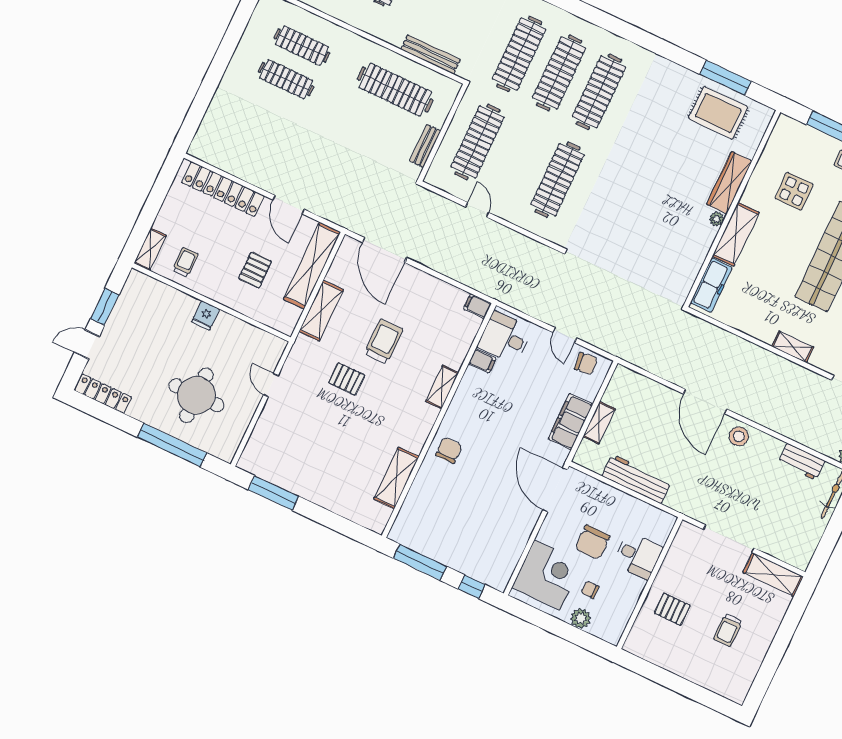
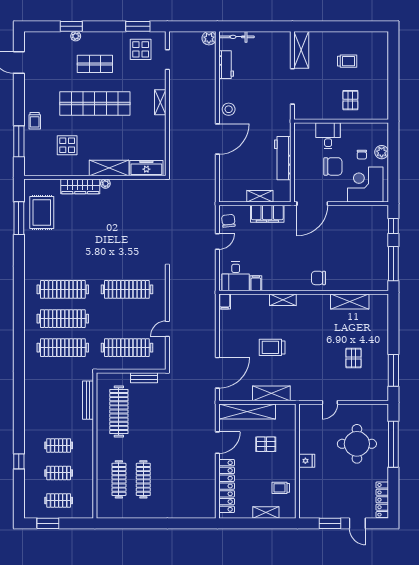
shelving: (150, 249) -> (266, 513), moved
pallet: (347, 379) -> (353, 358), moved

